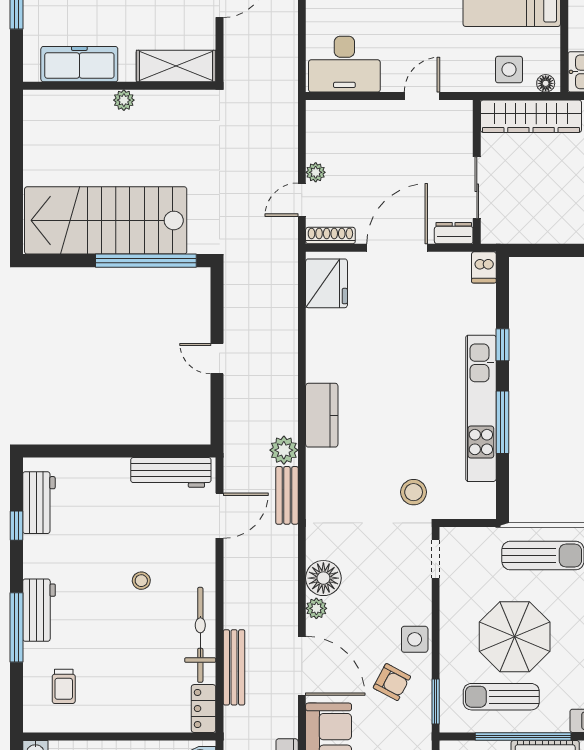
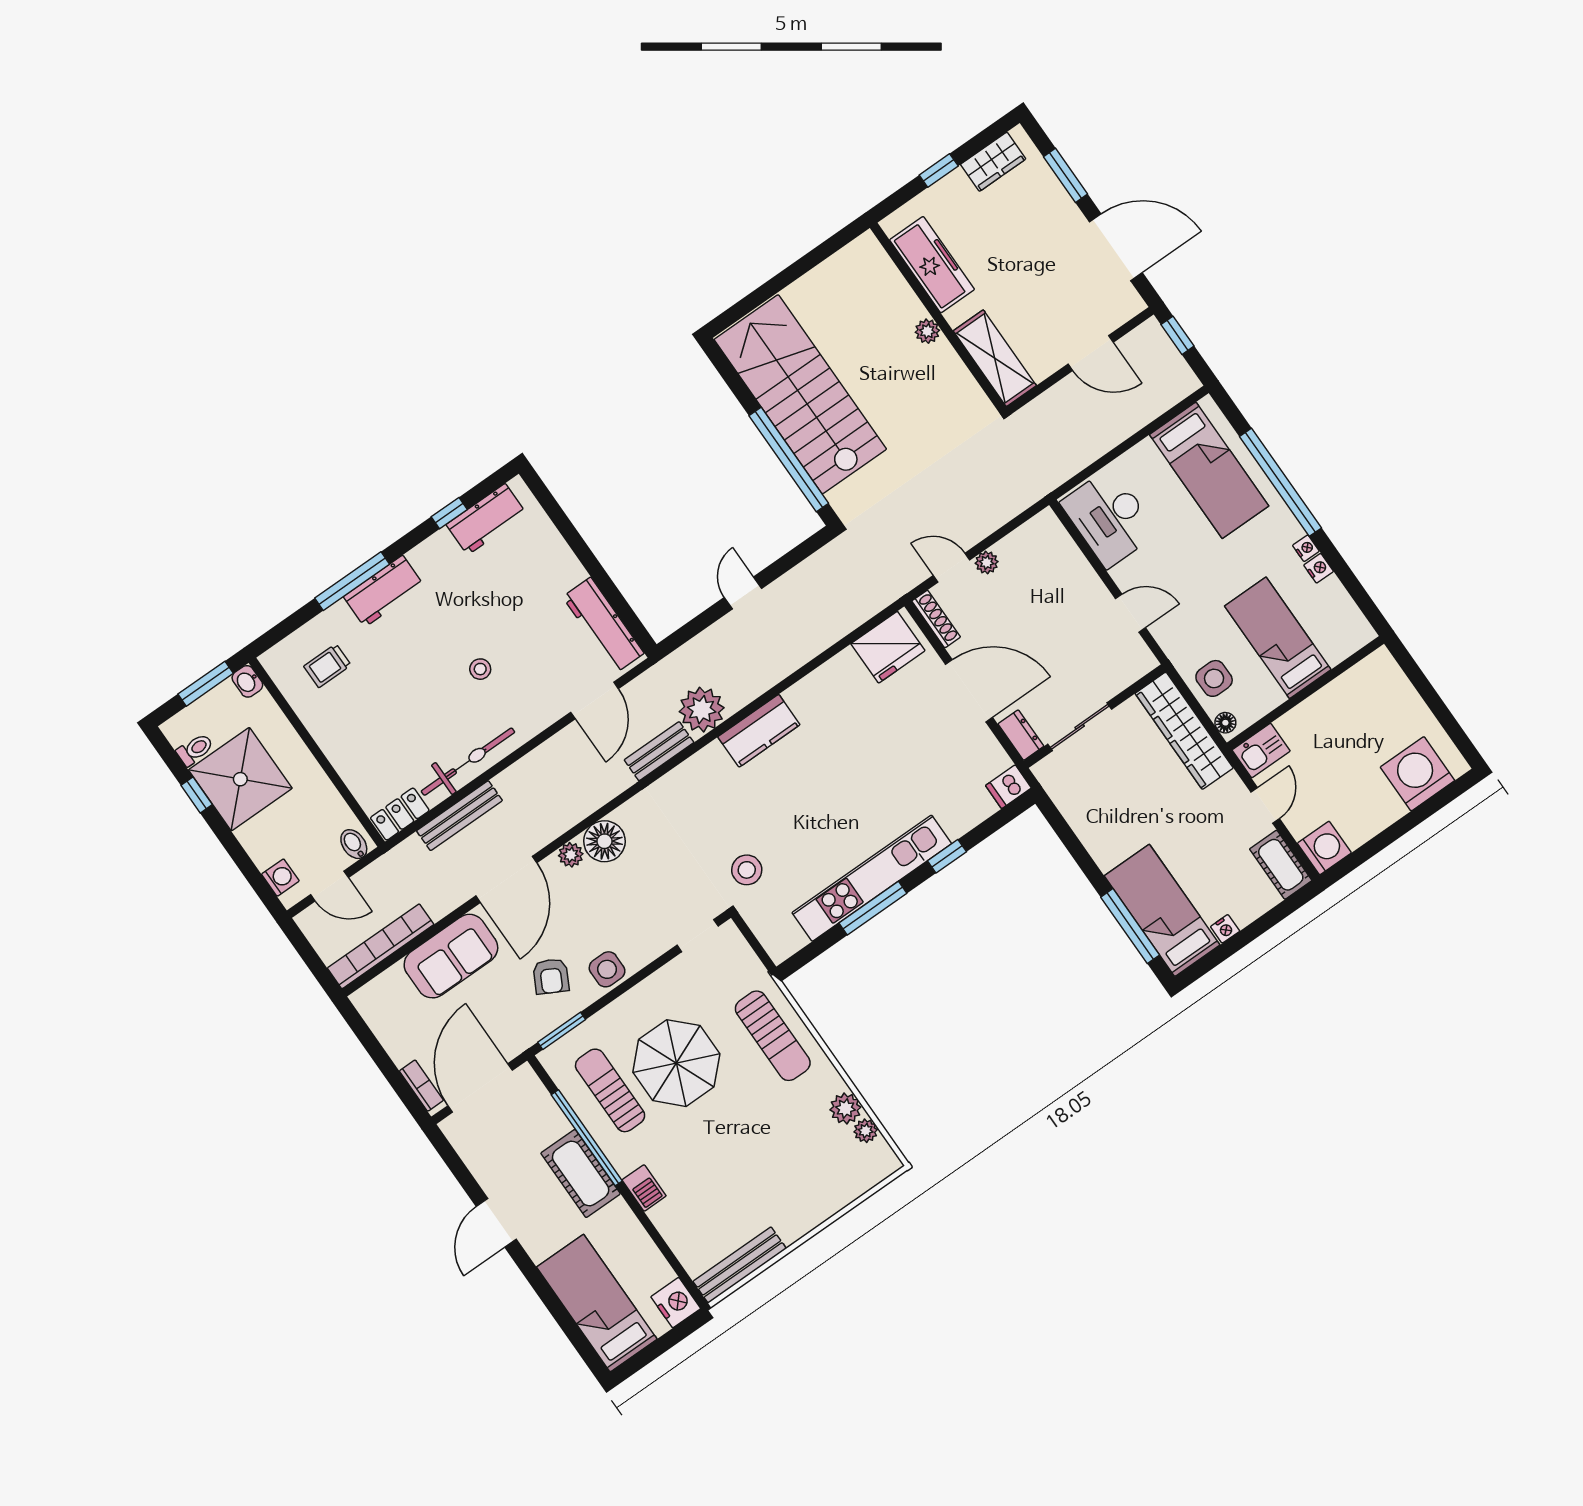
plant: (284, 450) -> (702, 710), width x1.36, depth x1.36
door: (220, 516) -> (595, 700), hinge flipped

